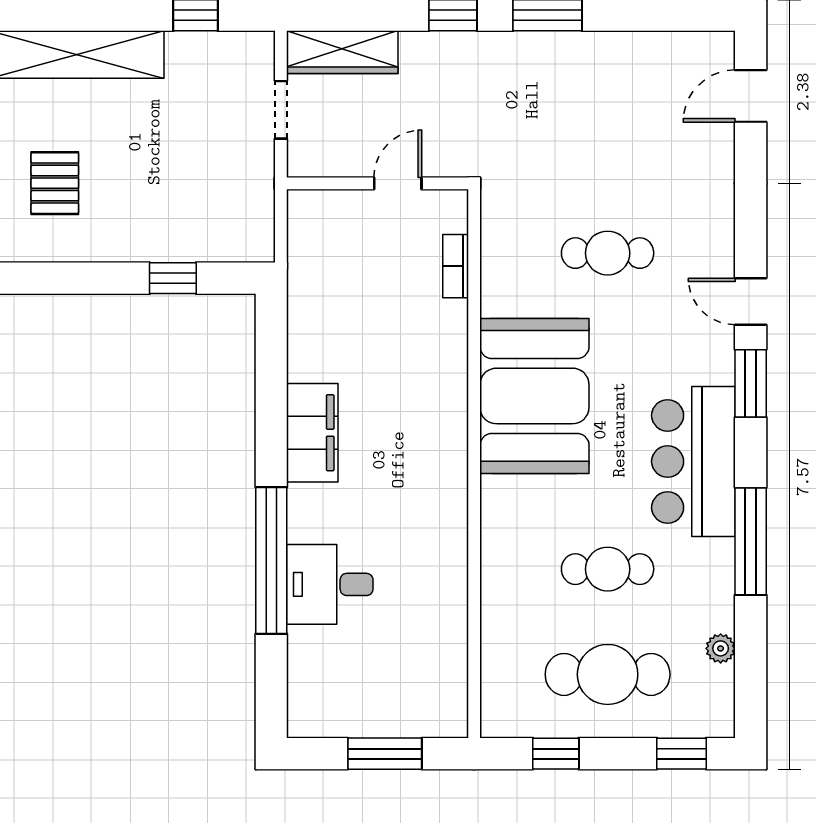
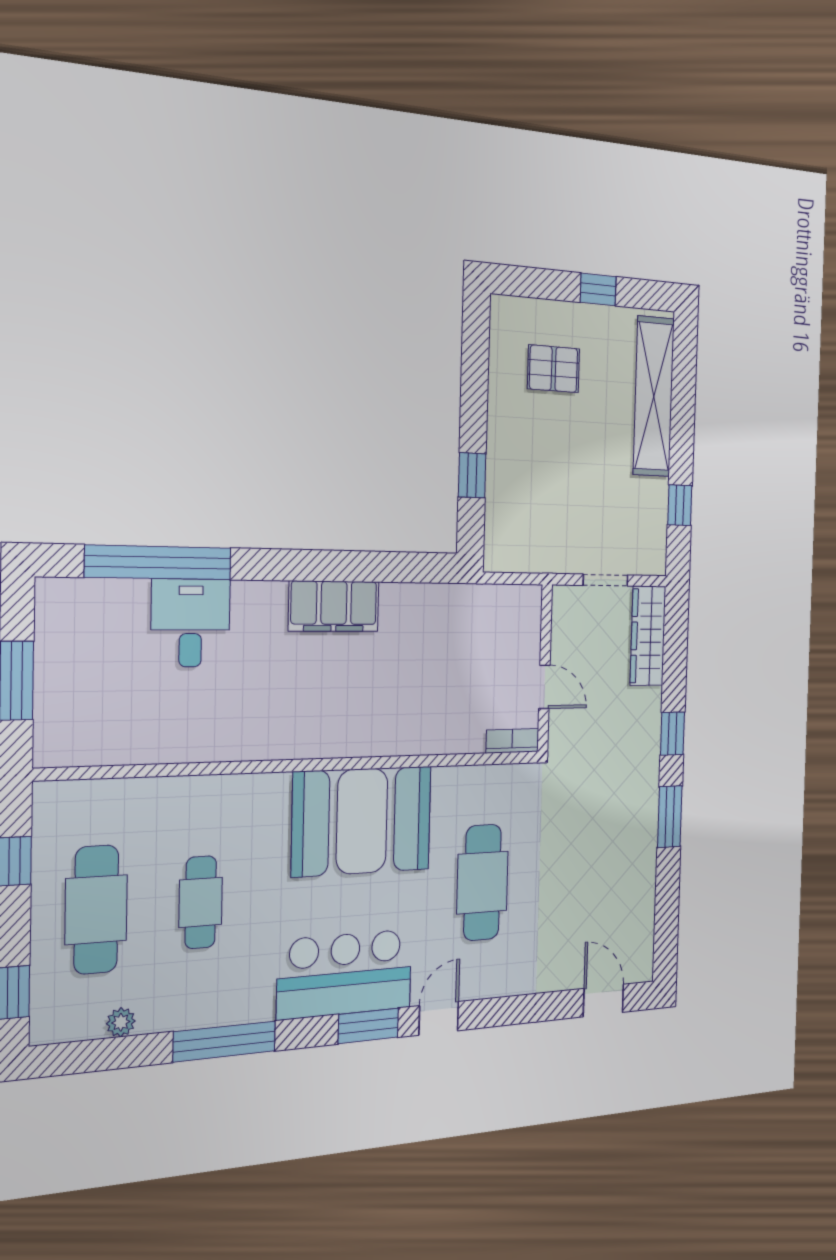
cafe table: (608, 253) -> (482, 882), width x1.37, depth x1.35
bookcase: (456, 266) -> (512, 741), moved
bar counter: (693, 461) -> (345, 974), moved
window: (271, 560) -> (159, 562), moved

